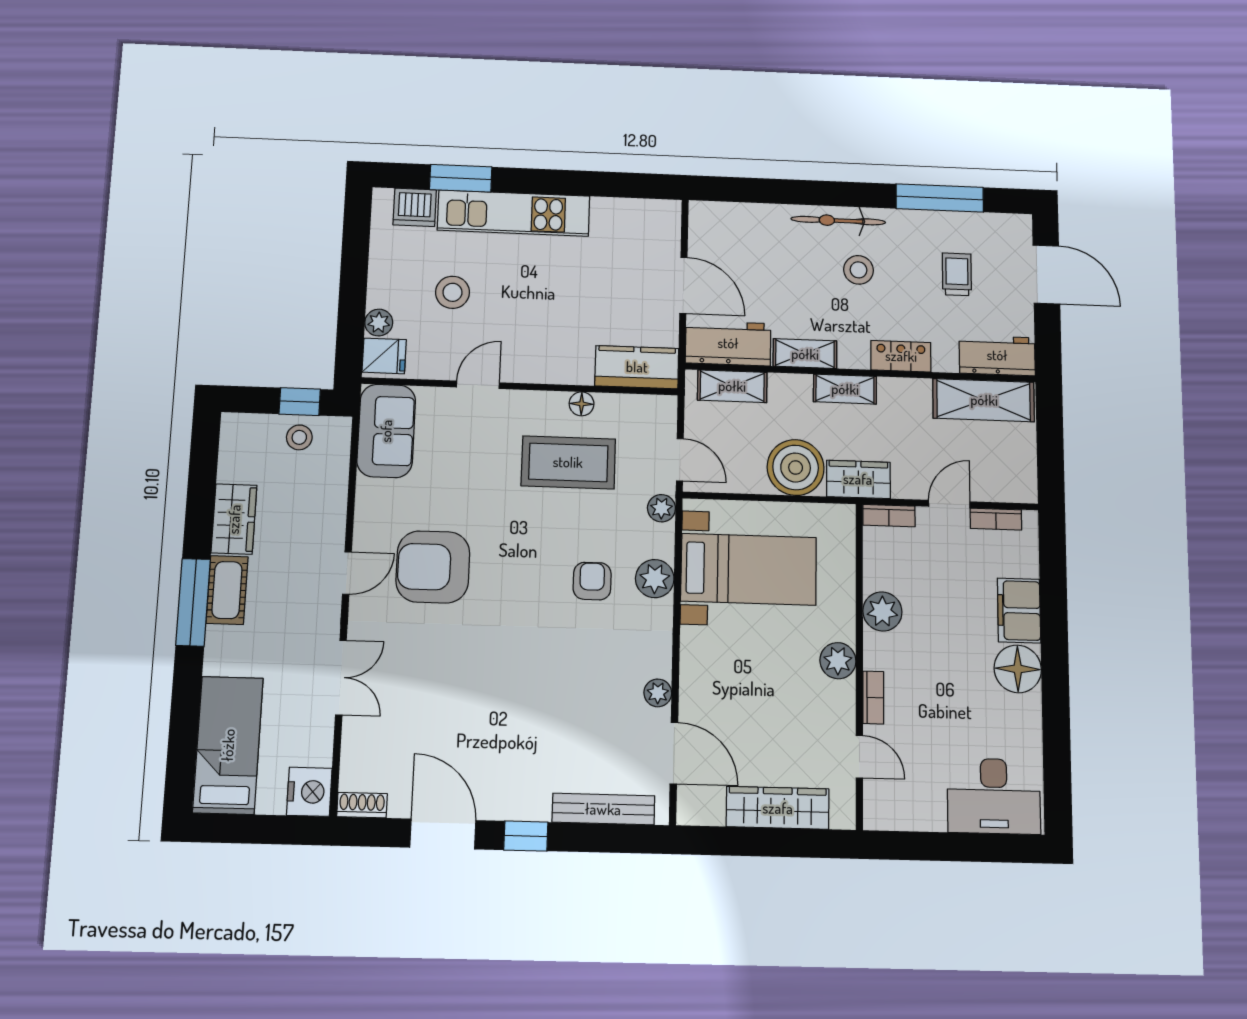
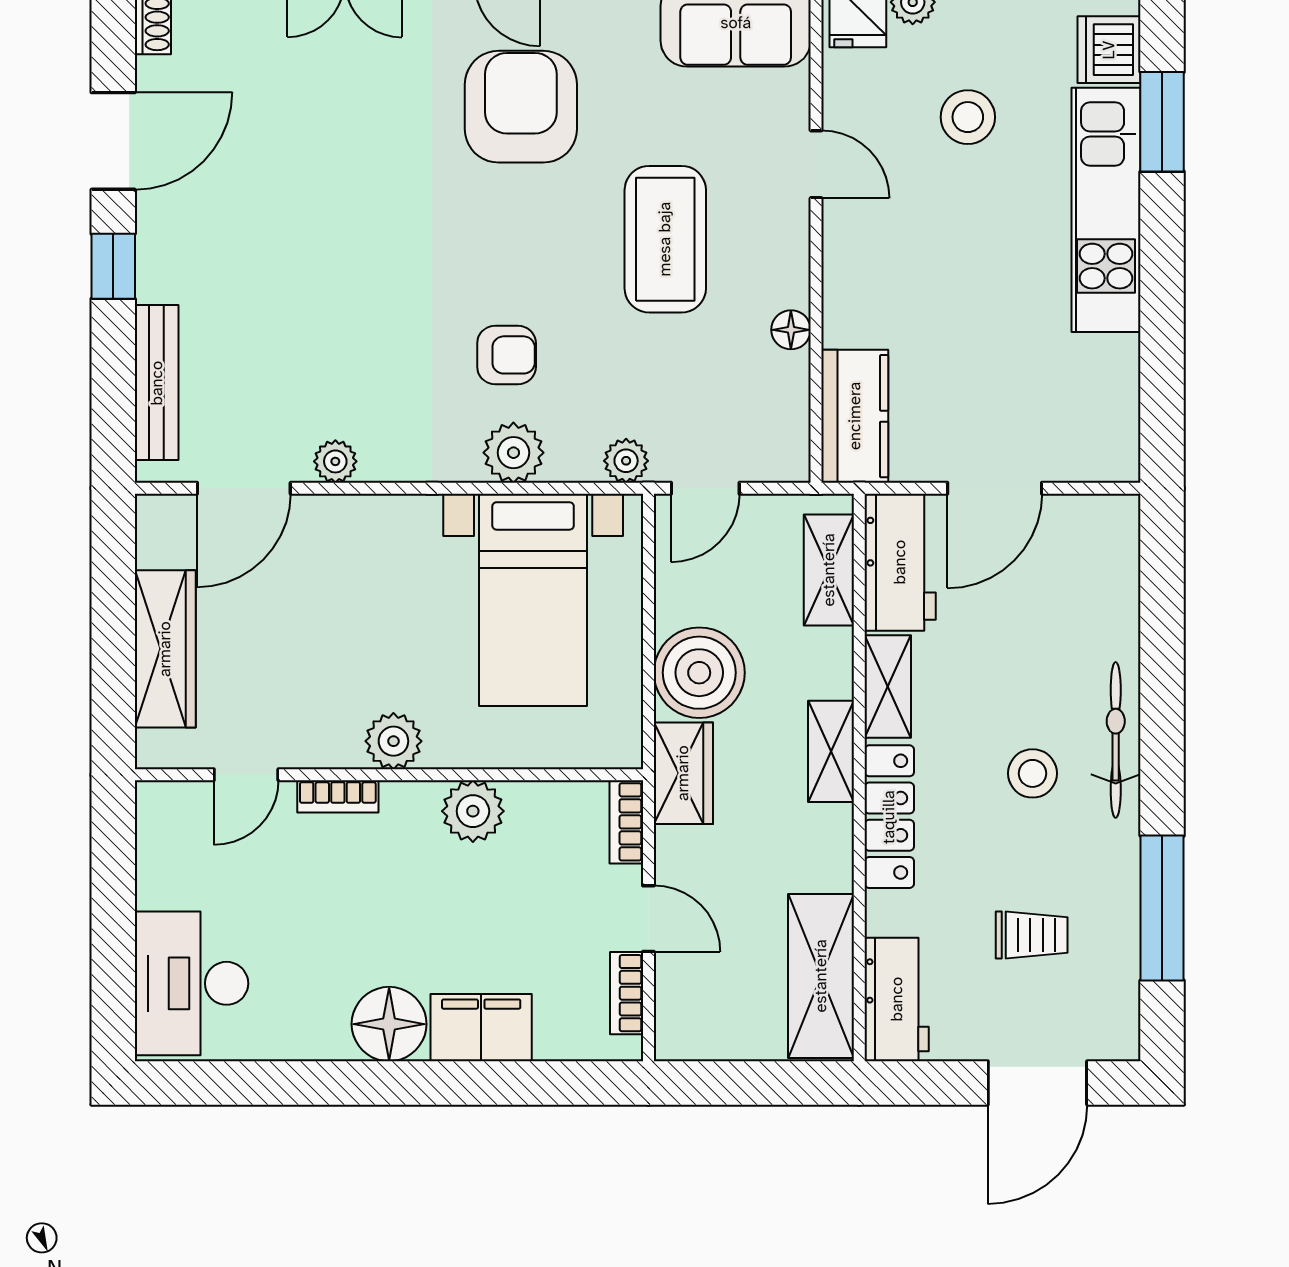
locker: (901, 356) -> (889, 817), width x1.53
coffee table: (568, 462) -> (665, 239), moved

